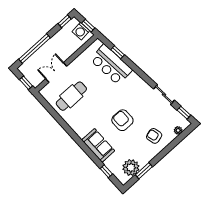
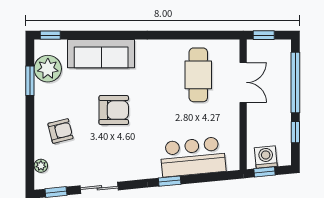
window: (65, 21) -> (295, 132), moved
window: (118, 52) -> (170, 181), moved
sofa: (98, 145) -> (101, 54), width x1.36
window: (106, 171) -> (50, 35), moved

